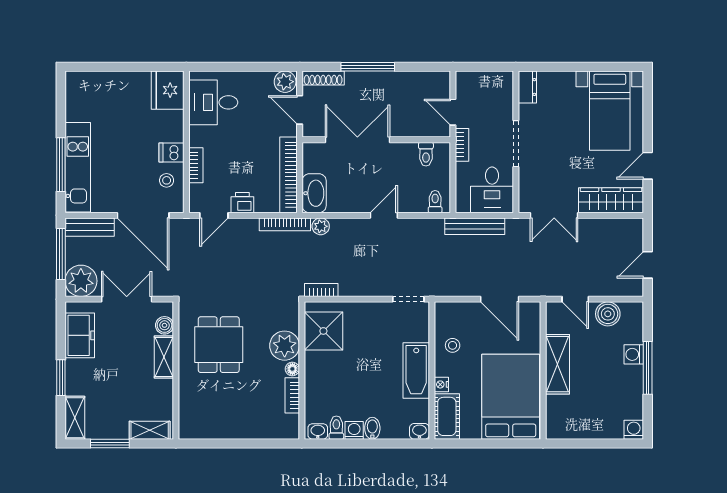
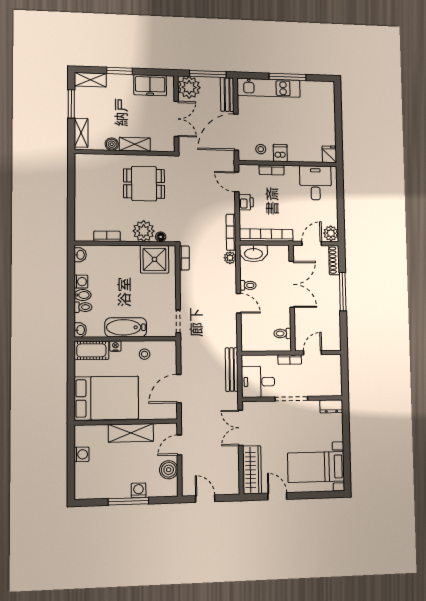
fridge: (168, 90) -> (329, 154), width x0.53, depth x0.75
window: (61, 165) -> (288, 77), moved
toilet: (435, 202) -> (248, 285), moved
boiler: (164, 325) -> (112, 144), moved
floor lamp: (292, 369) -> (161, 237), moved
toilet: (336, 428) -> (83, 307), moved
washing machine: (634, 430) -> (81, 454), moved

